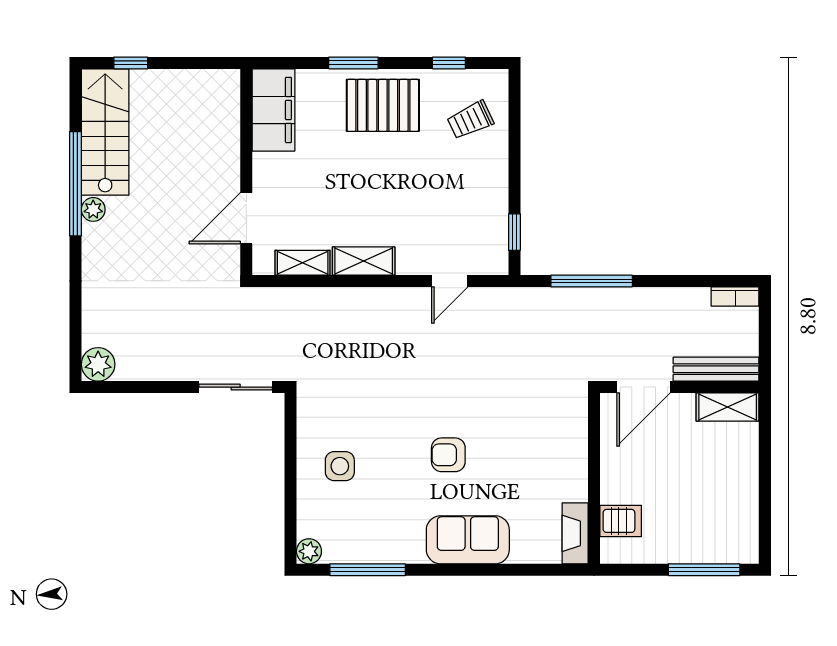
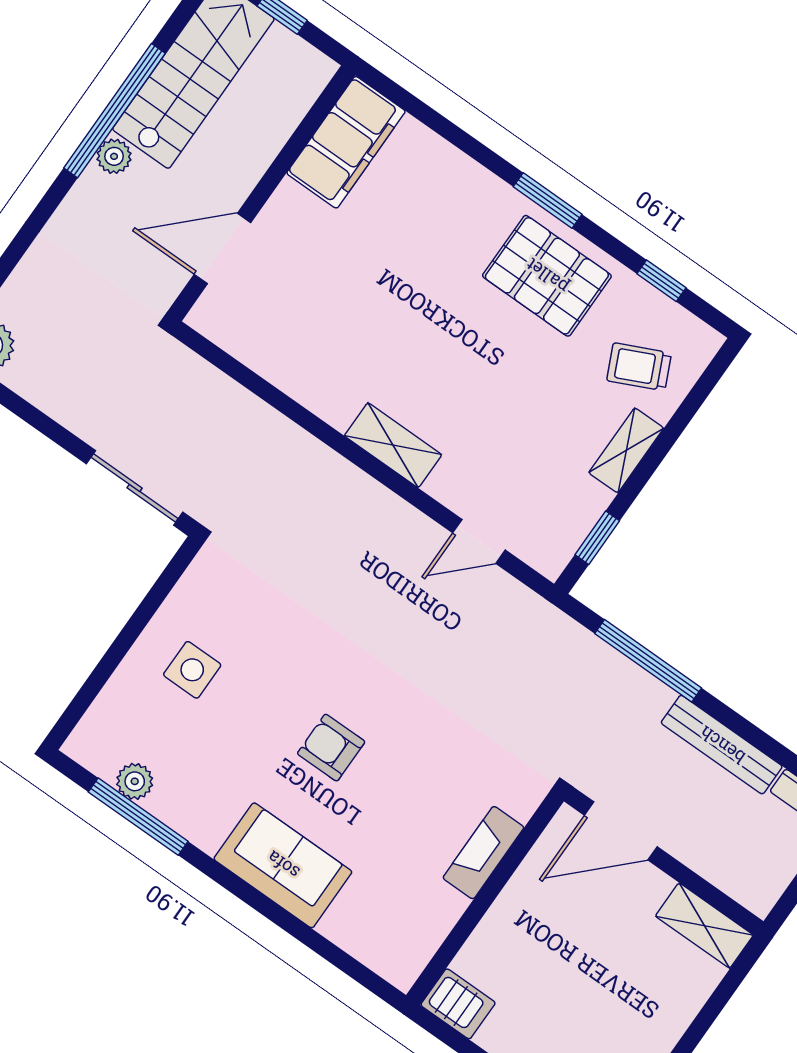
filing cabinet: (274, 110) -> (346, 142), moved
wall: (246, 172) -> (261, 193), moved
door: (246, 218) -> (223, 248), moved
shelving: (303, 263) -> (626, 450), moved, turned 90
bench: (716, 369) -> (722, 745), moved
server rack: (621, 521) -> (458, 1004), moved
fireplace: (575, 533) -> (483, 853), moved
plant: (309, 551) -> (135, 781), moved

